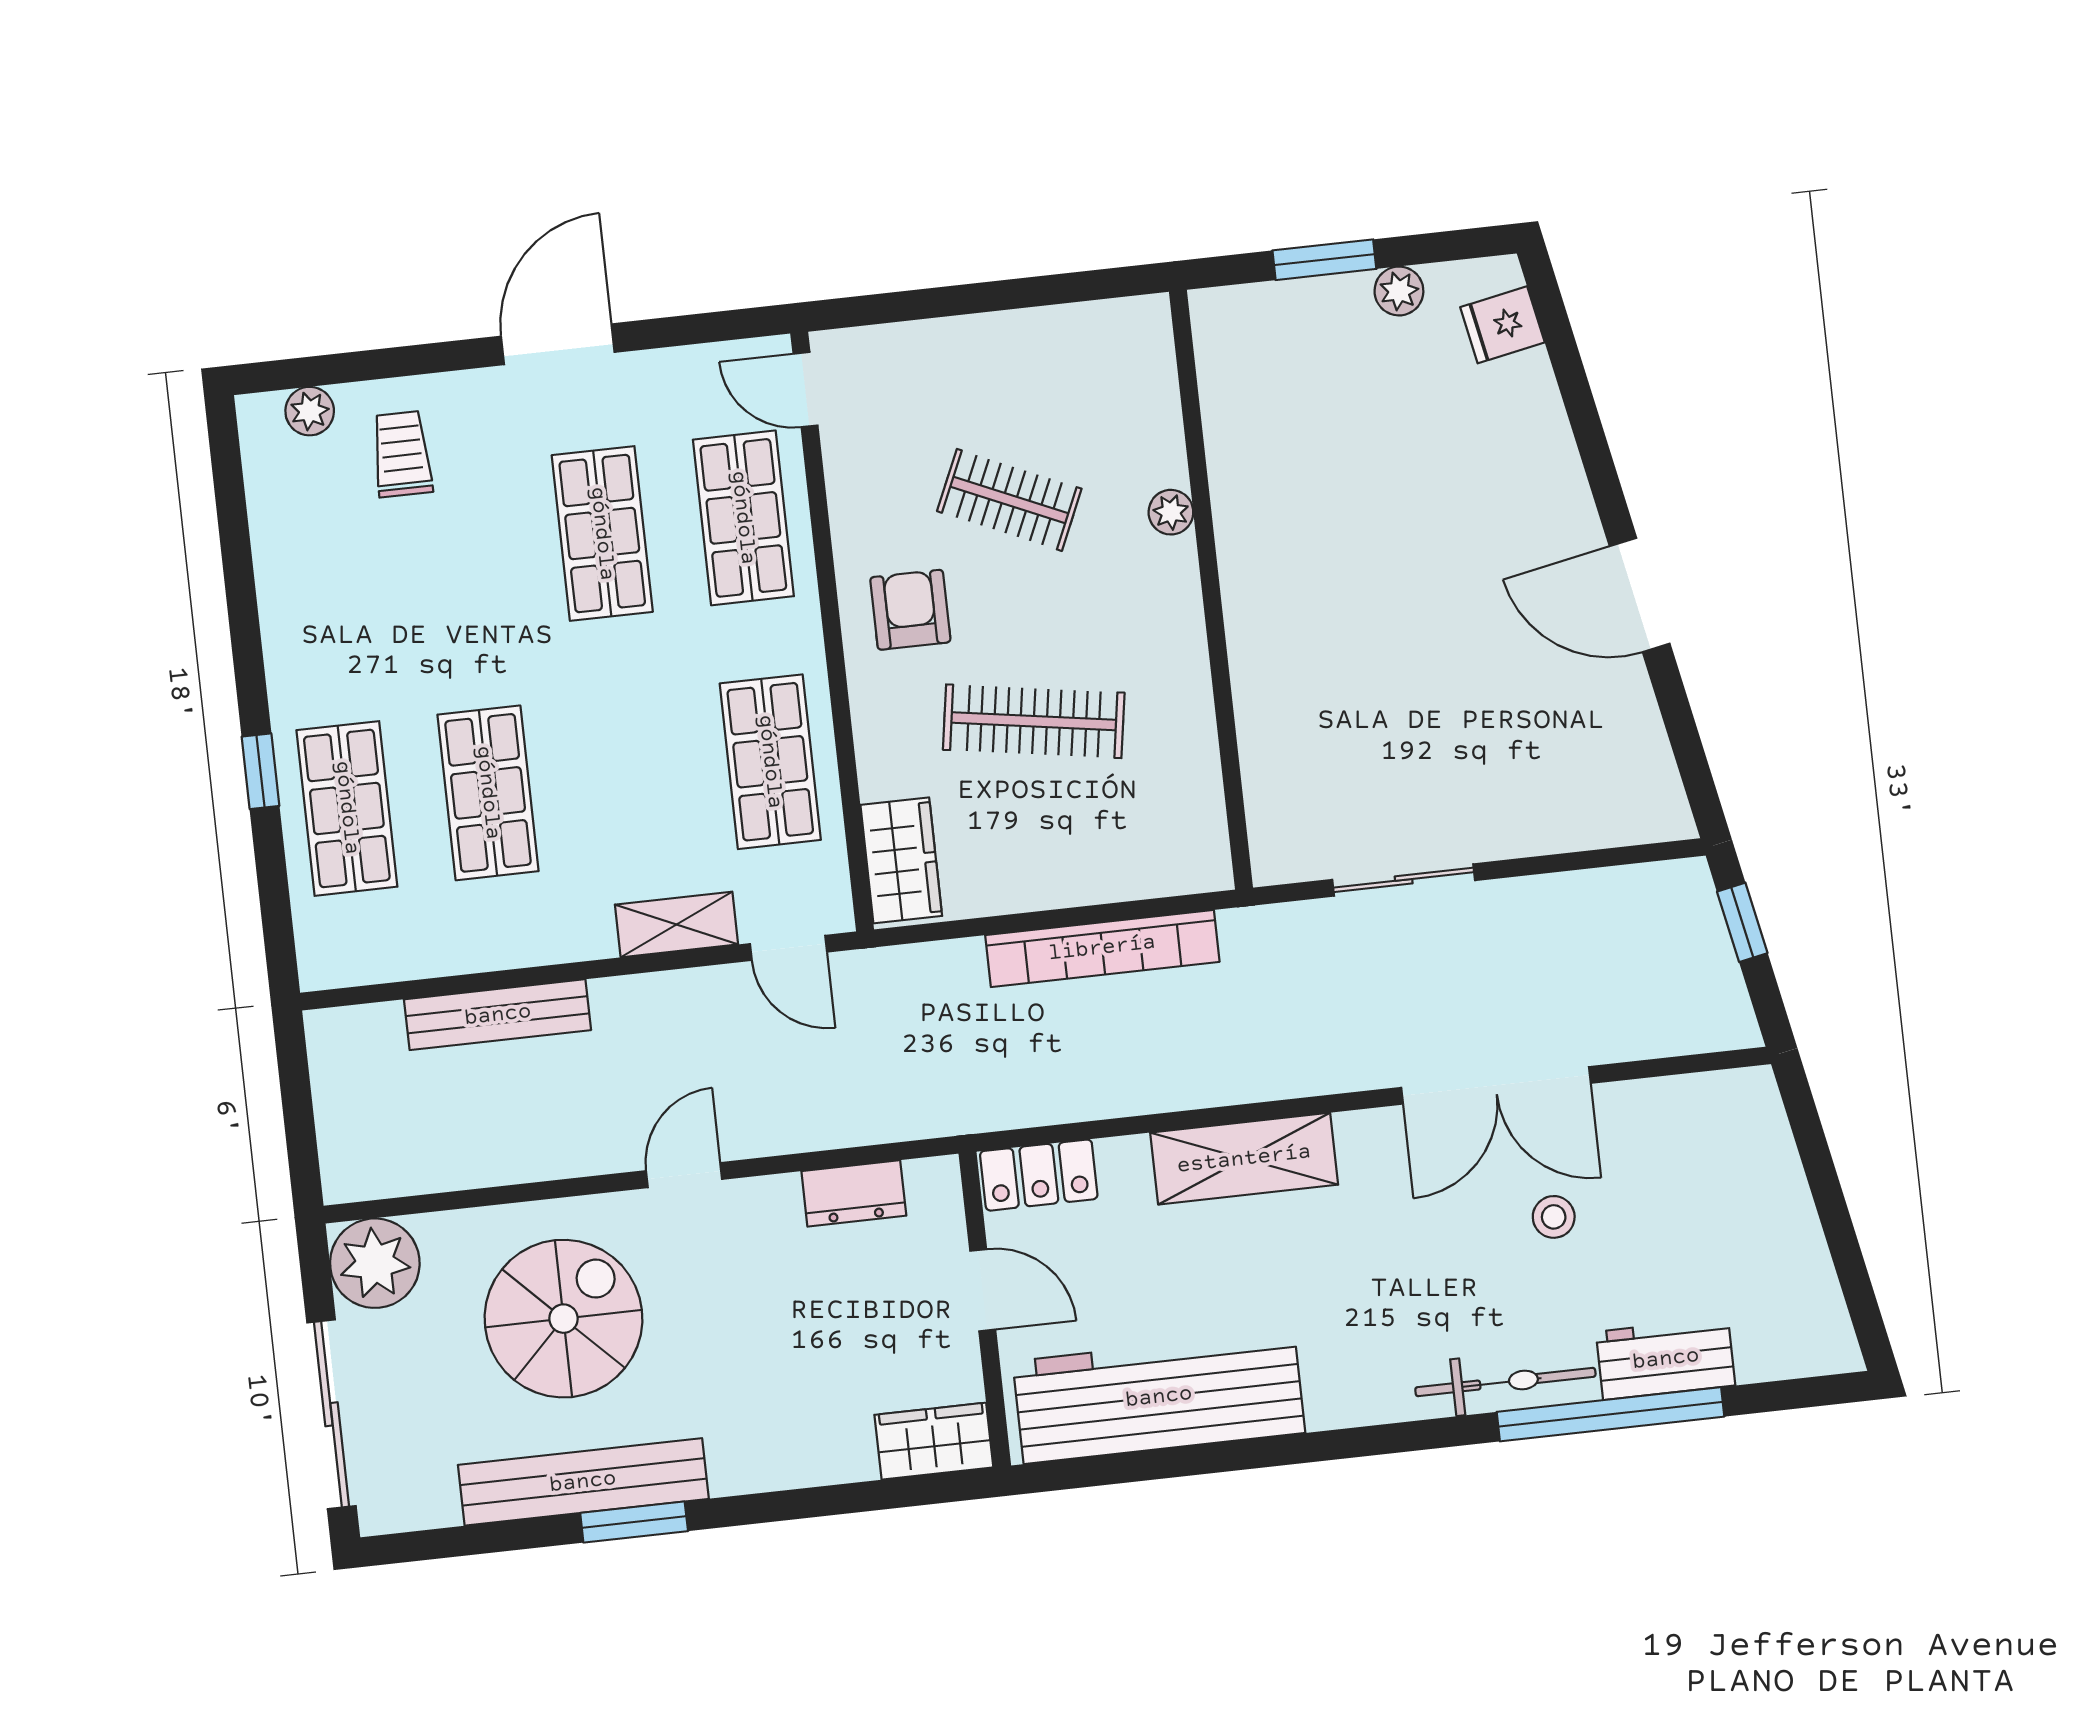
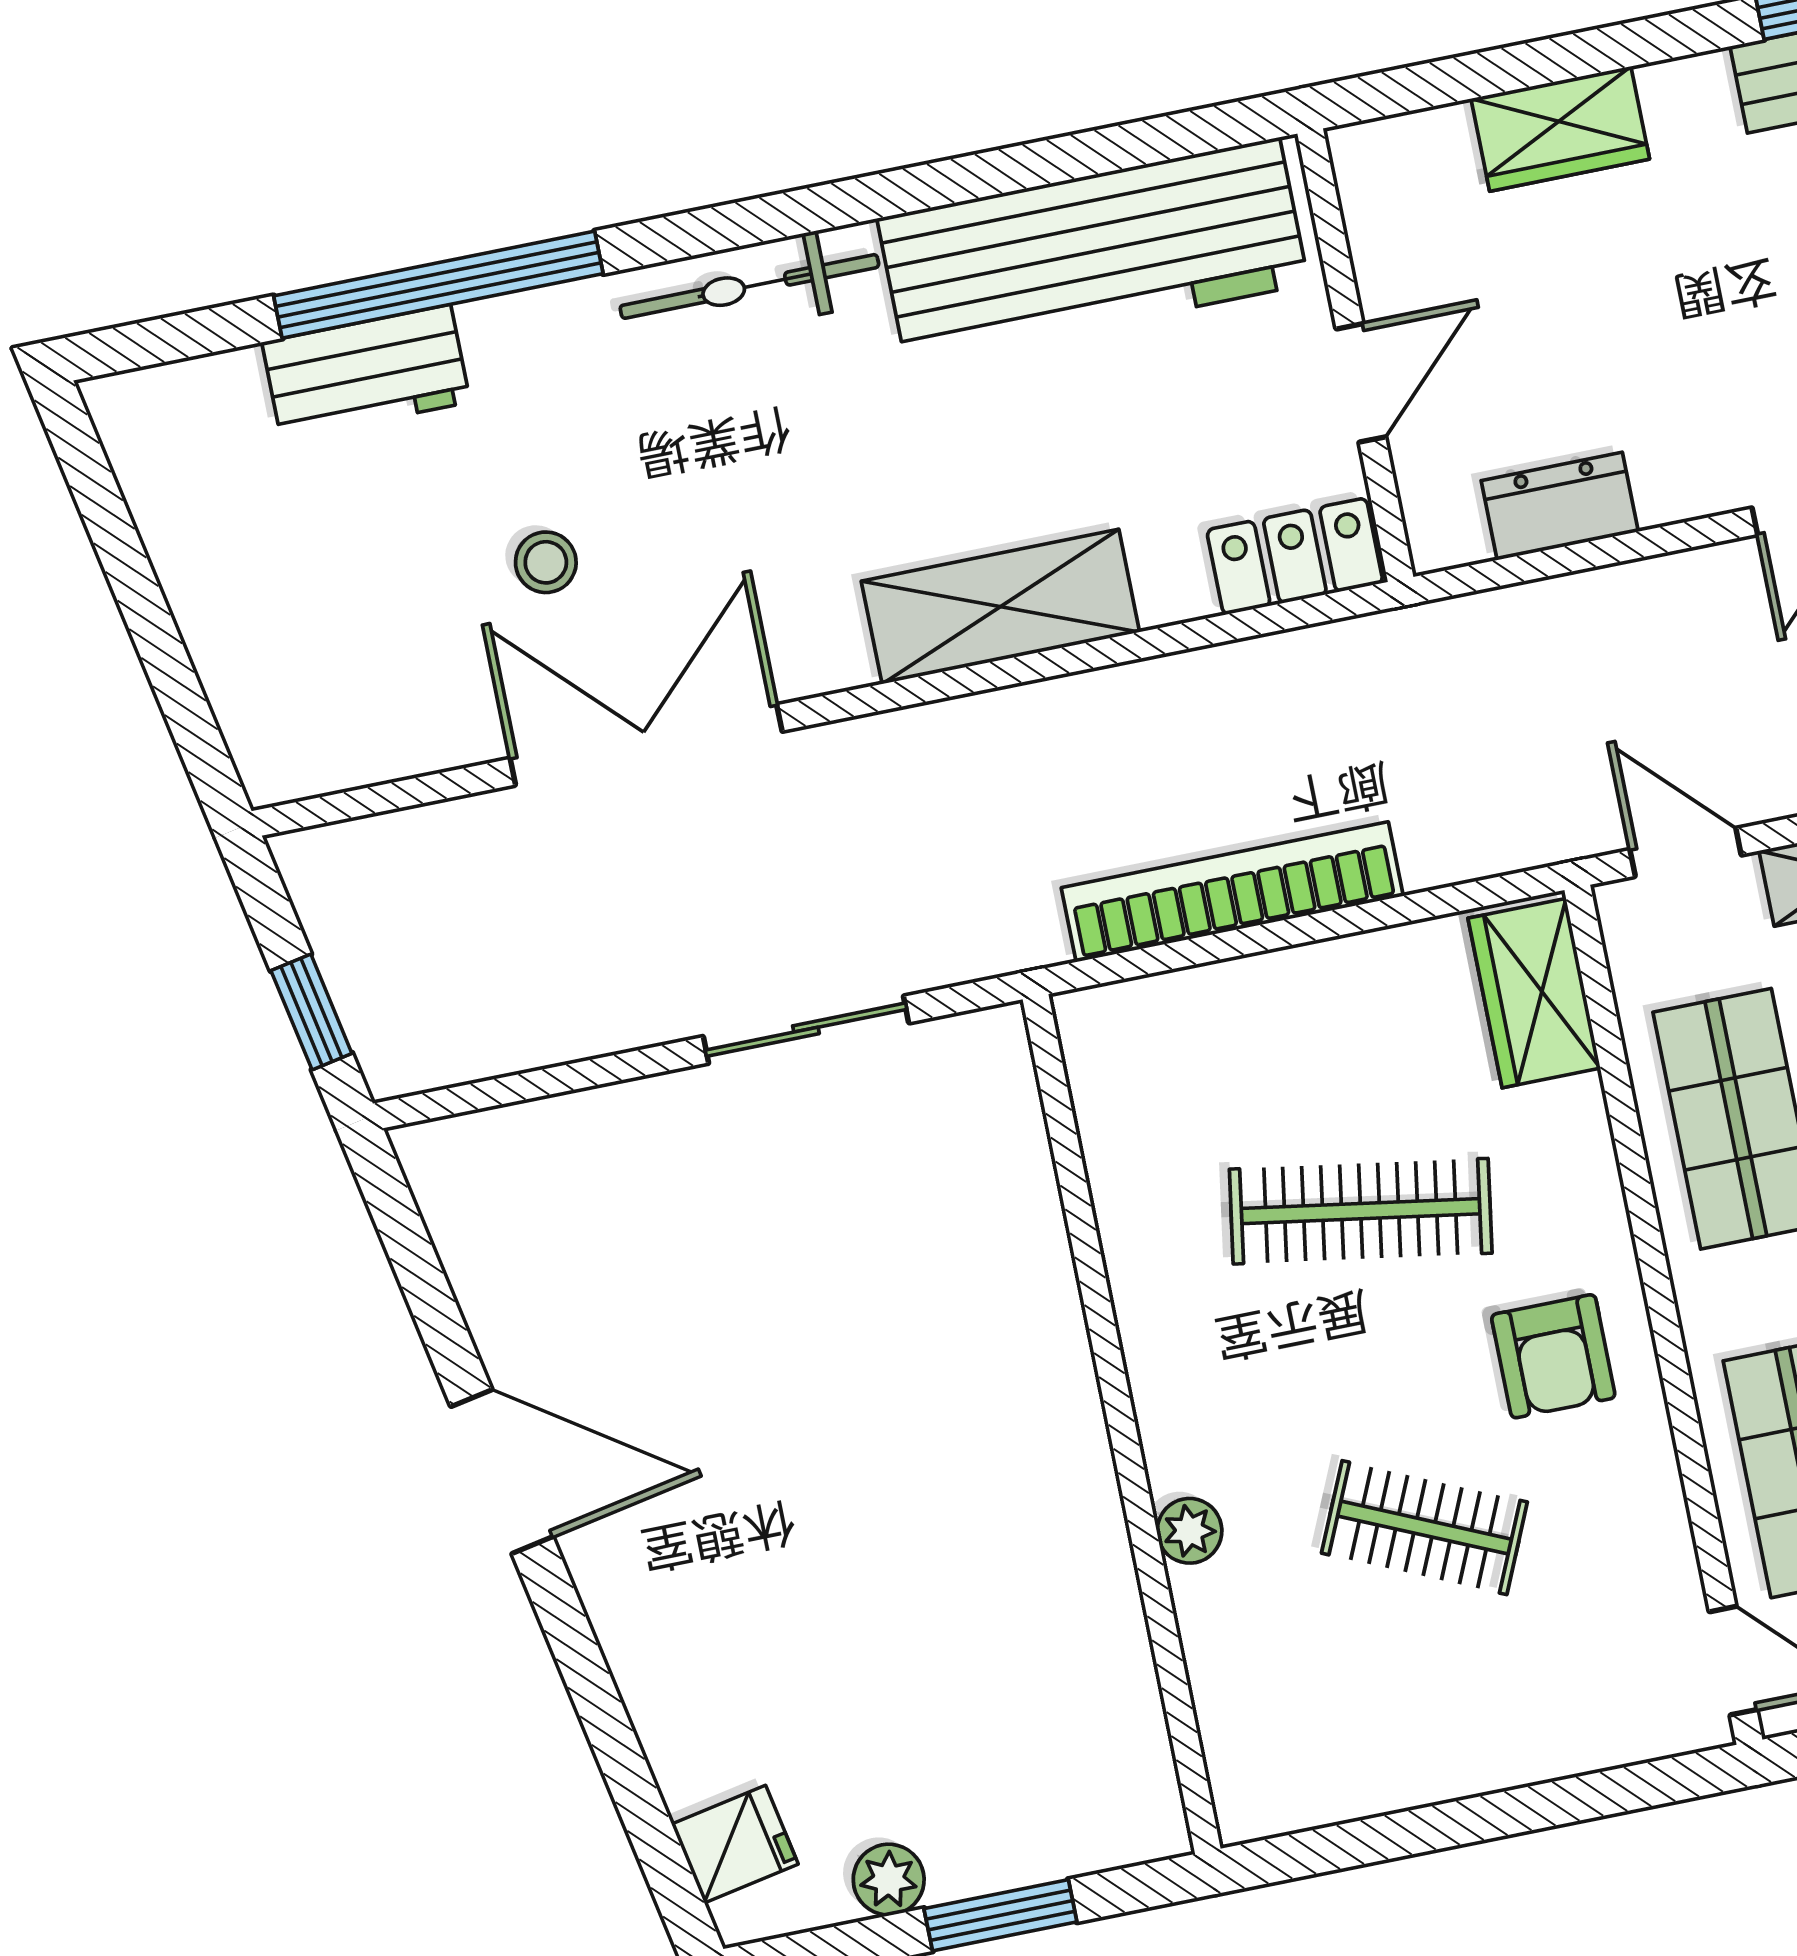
door: (983, 1290) -> (1361, 383), swing flipped
bicycle: (1505, 1382) -> (749, 286), moved
wardrobe: (934, 1441) -> (1560, 129), moved

